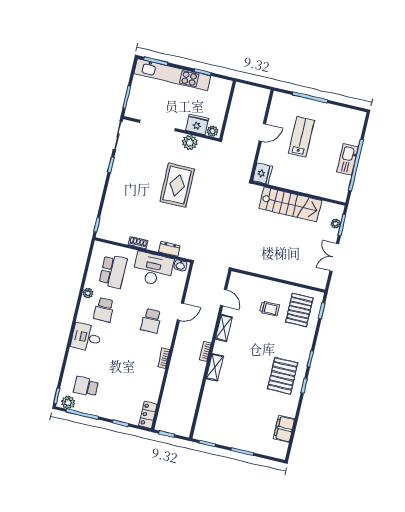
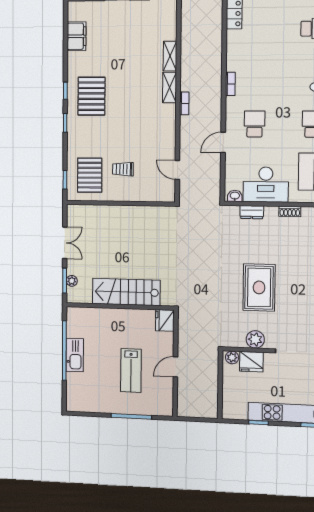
shelving: (224, 328) -> (170, 56), moved

